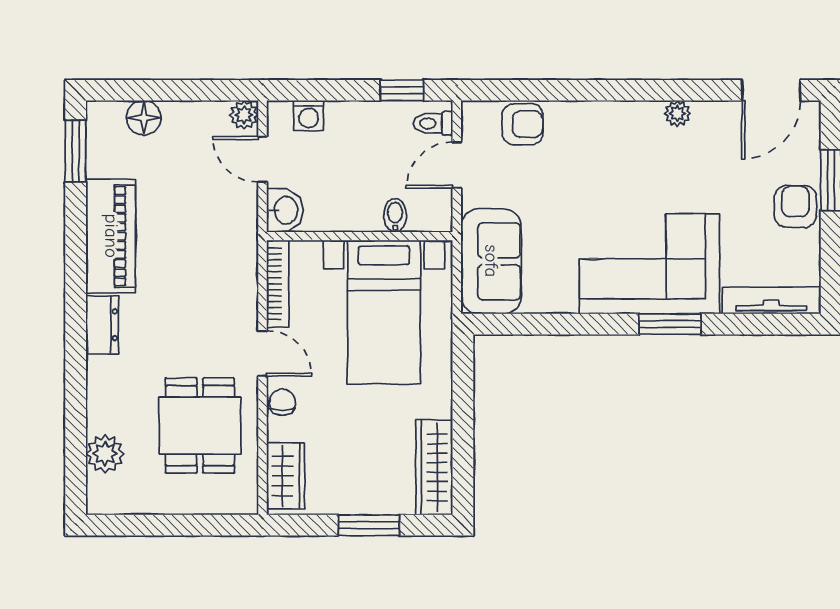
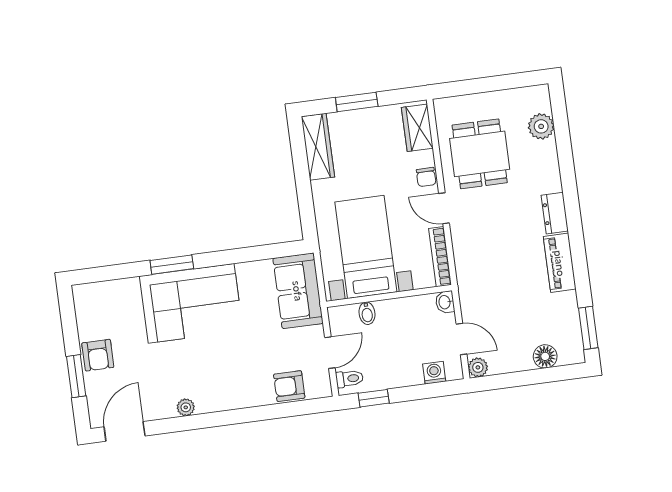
washbasin: (285, 210) -> (445, 302), width x0.72, depth x0.69
piano: (111, 236) -> (560, 263), width x0.73, depth x0.75
tv unit: (771, 301) -> (106, 290), removed

